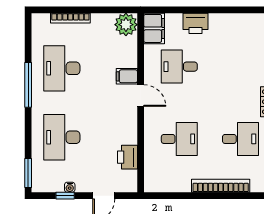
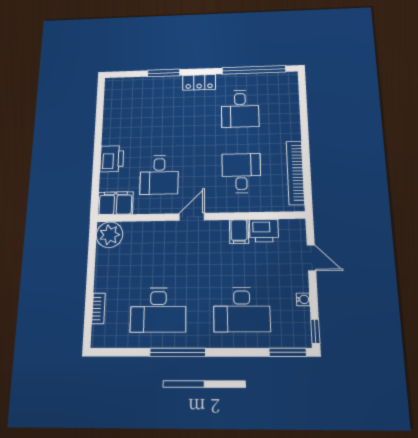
bookcase: (70, 18) -> (98, 308), width x0.64
filing cabinet: (127, 76) -> (239, 232), moved
desk: (240, 139) -> (240, 109), turned 180
bookcase: (221, 186) -> (295, 173), moved
window: (65, 196) -> (315, 331), moved

